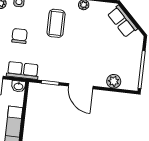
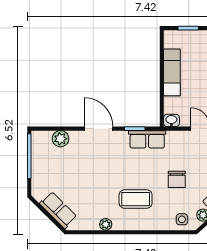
coffee table: (56, 23) -> (136, 199), turned 90
row of seats: (23, 70) -> (147, 139), moved

